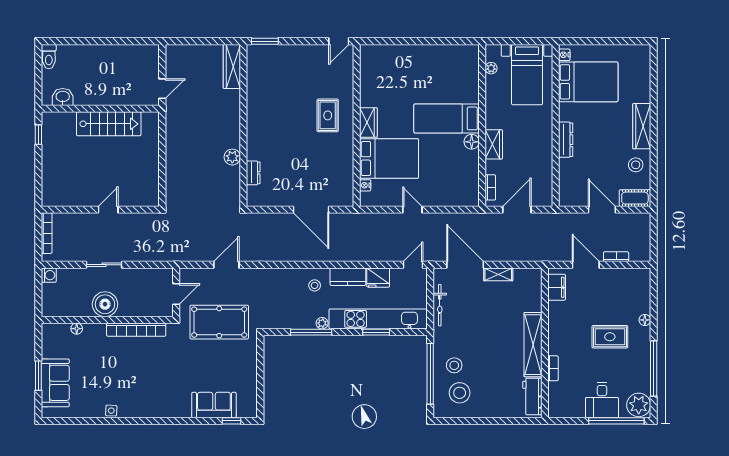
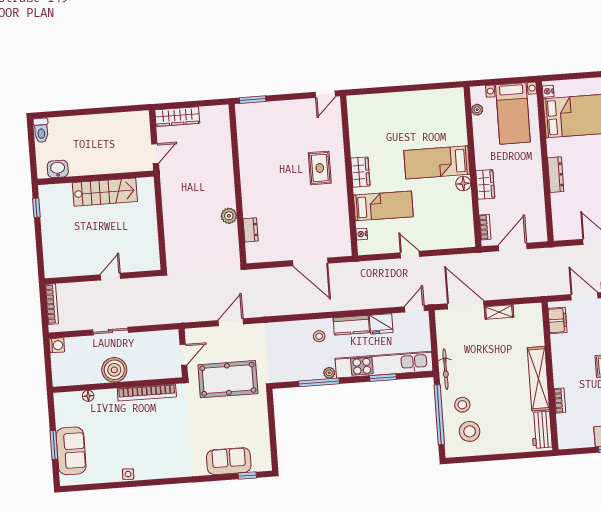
wardrobe: (232, 66) -> (177, 117), moved, turned -90
bed: (389, 158) -> (383, 206), width x0.67
bicycle: (440, 305) -> (445, 369), moved

